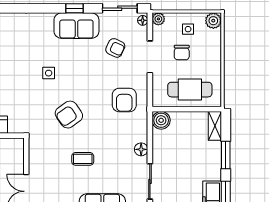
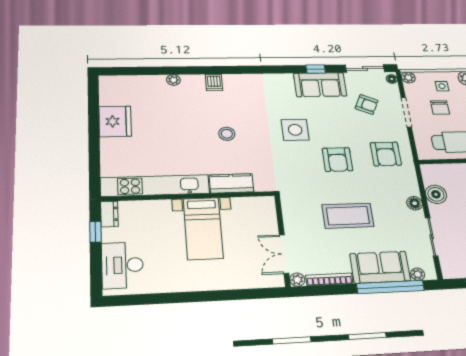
side table: (49, 73) -> (295, 130), width x1.87, depth x1.87
armchair: (69, 115) -> (337, 160), moved, turned -55
boiler: (161, 120) -> (436, 194), moved
coffee table: (83, 159) -> (348, 216), width x1.86, depth x1.72

